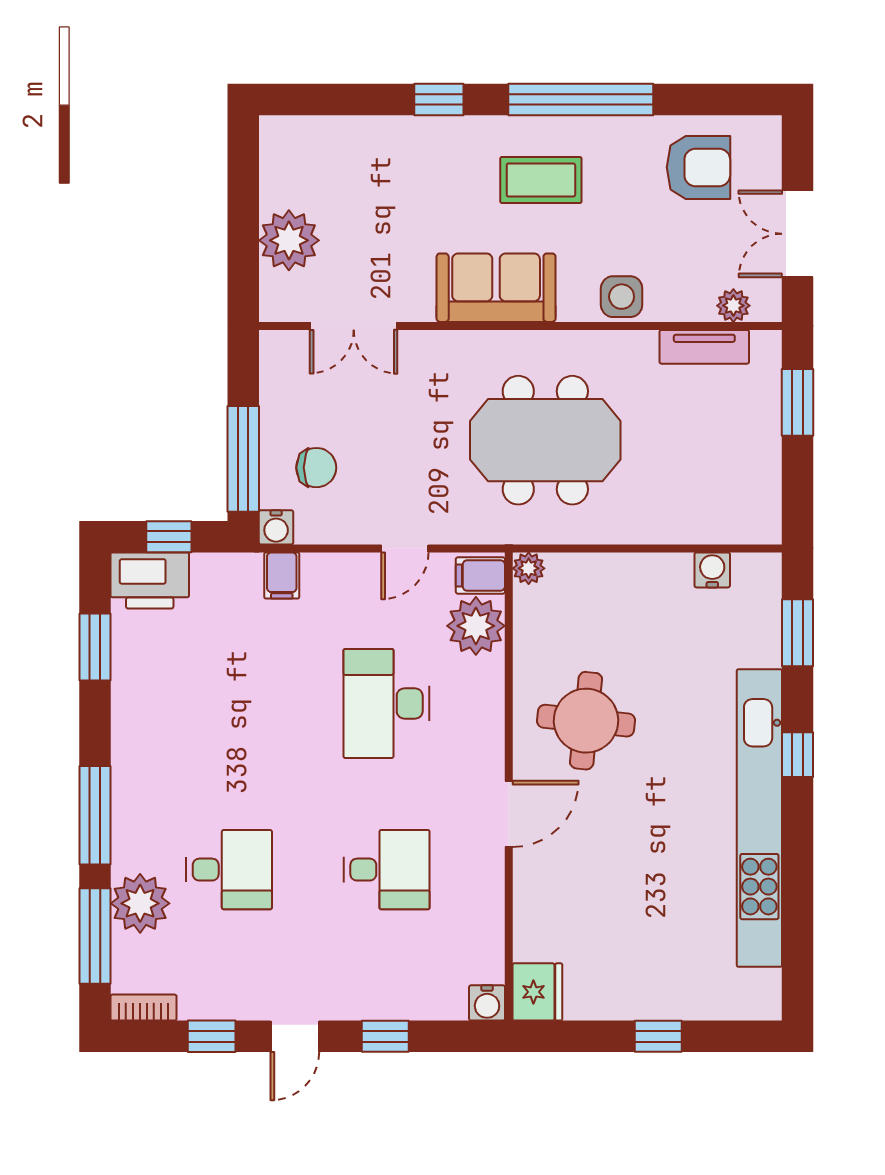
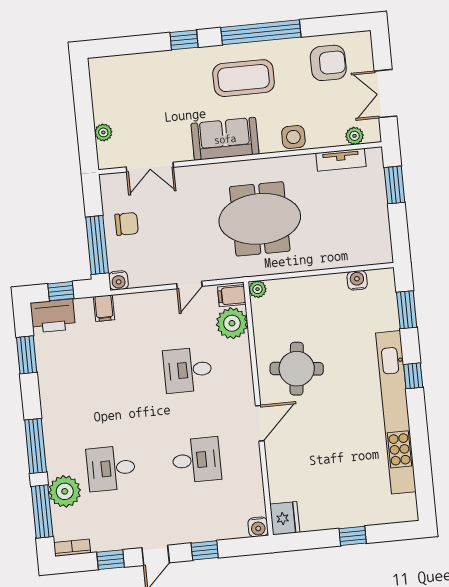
coffee table: (541, 180) -> (244, 78), width x1.36, depth x1.32
plant: (289, 240) -> (103, 132), width x0.53, depth x0.53
chair: (316, 468) -> (127, 224), moved
filing cabinet: (282, 576) -> (104, 308), moved
desk: (387, 703) -> (188, 370), width x0.73
desk: (229, 870) -> (111, 468), turned 180

